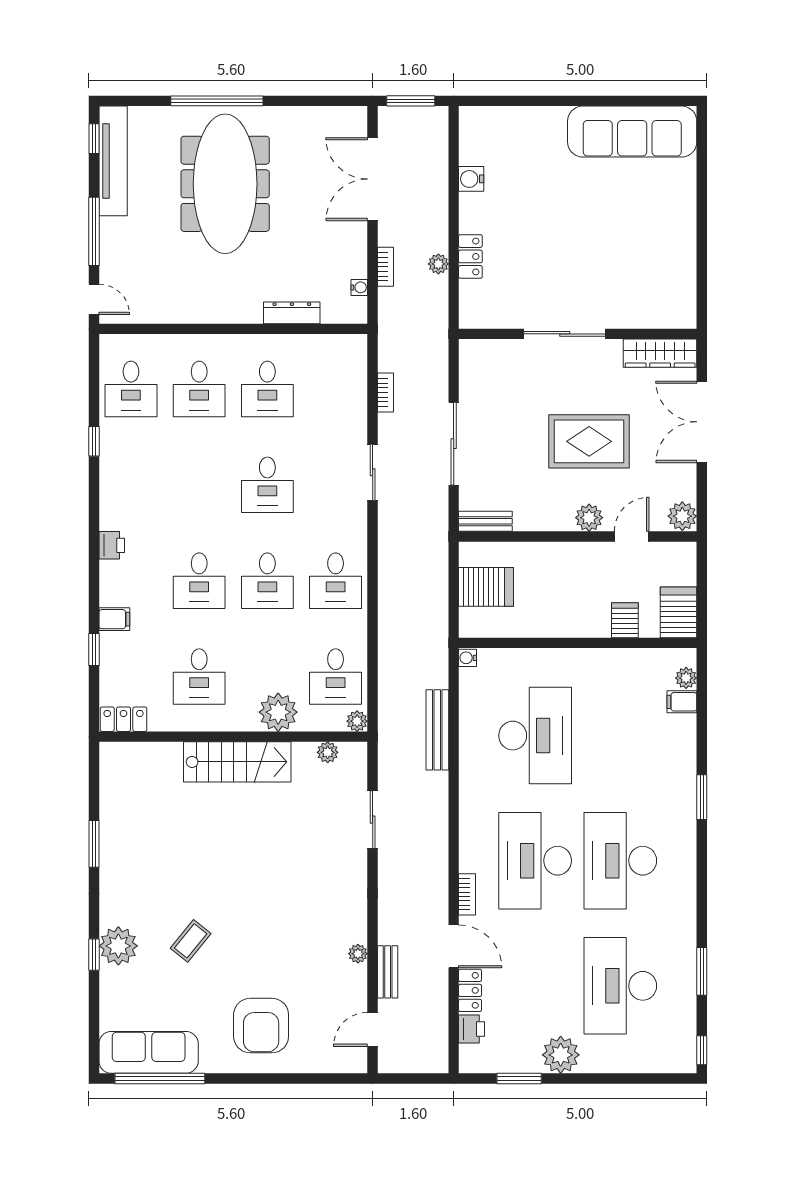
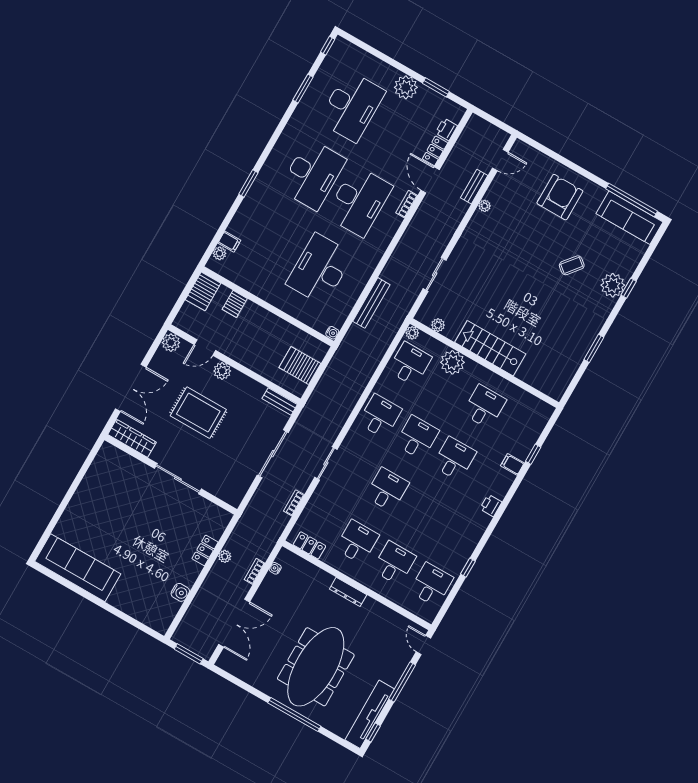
dresser: (292, 313) -> (348, 592), moved
locker: (124, 719) -> (309, 545), moved, turned 180

